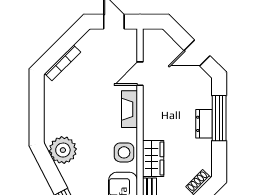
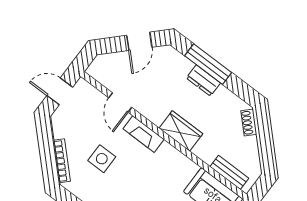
side table: (124, 152) -> (102, 159), moved
wardrobe: (153, 158) -> (181, 131), moved

